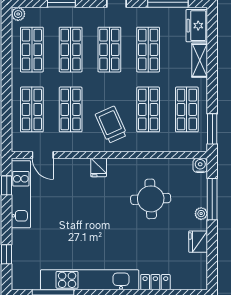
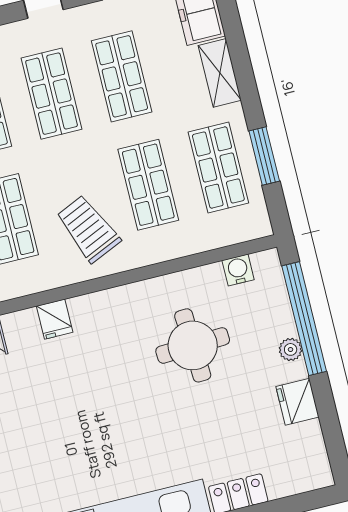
window: (212, 129) -> (264, 156), moved
water cooler: (200, 165) -> (238, 270), moved
fridge: (99, 168) -> (55, 319), moved
window: (212, 199) -> (304, 319), width x1.46

